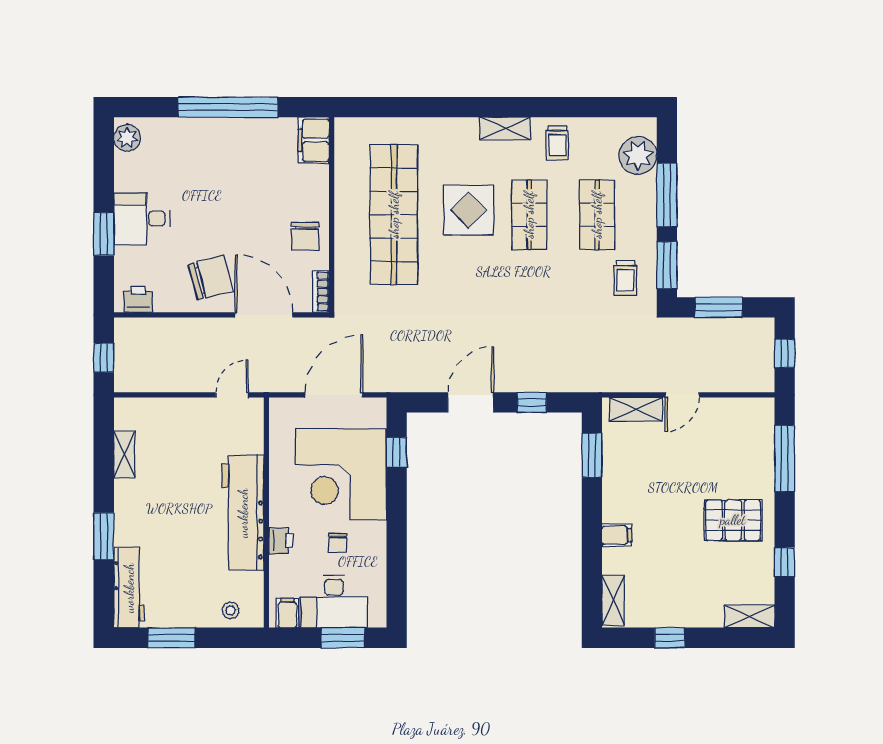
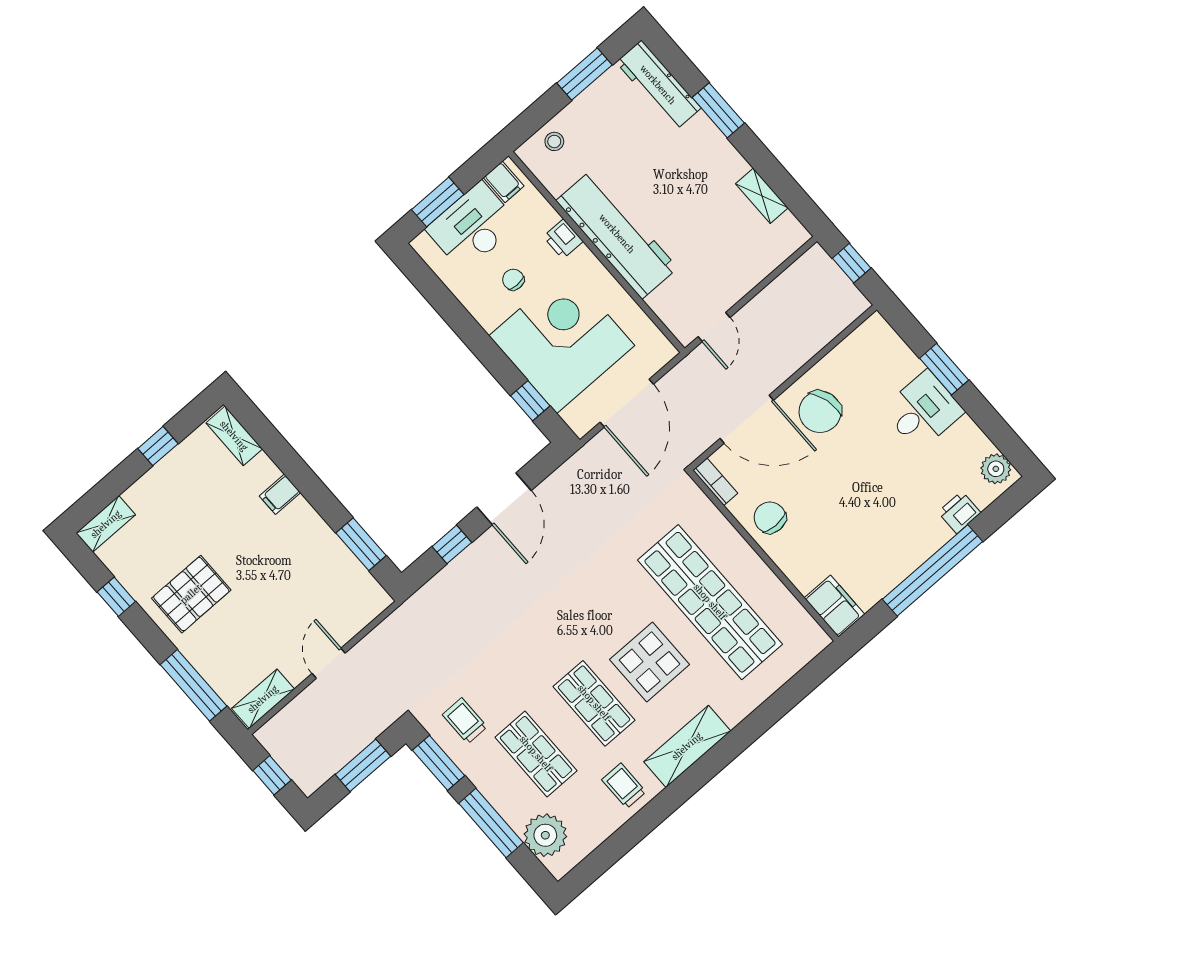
shelving: (505, 128) -> (687, 746), width x1.50, depth x1.33
printer: (138, 299) -> (959, 512), moved, turned 180
shelving: (636, 409) -> (263, 699), moved

